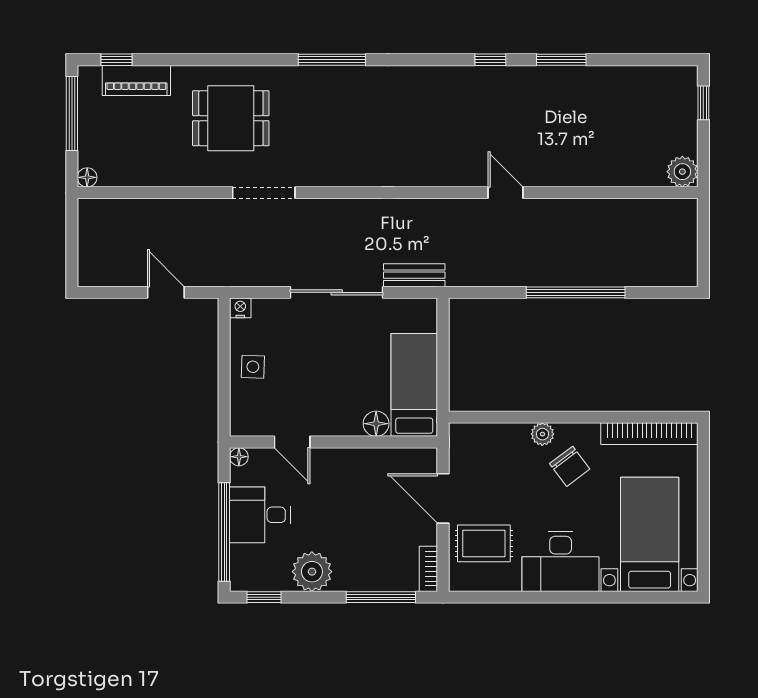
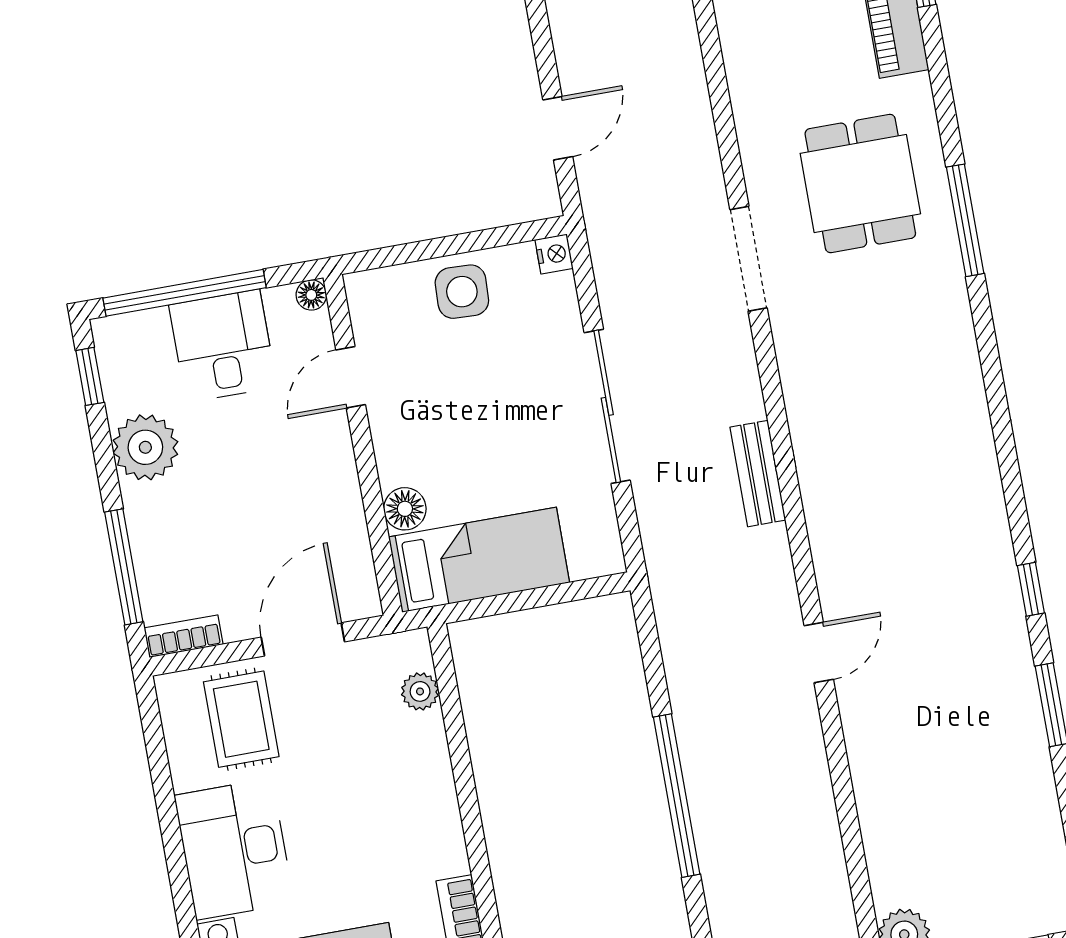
window: (332, 60) -> (965, 220), moved
bench: (414, 275) -> (758, 474), moved
side table: (253, 367) -> (462, 292), width x1.37, depth x1.37
plant: (542, 434) -> (420, 691), moved
chair: (570, 466) -> (392, 836), removed

